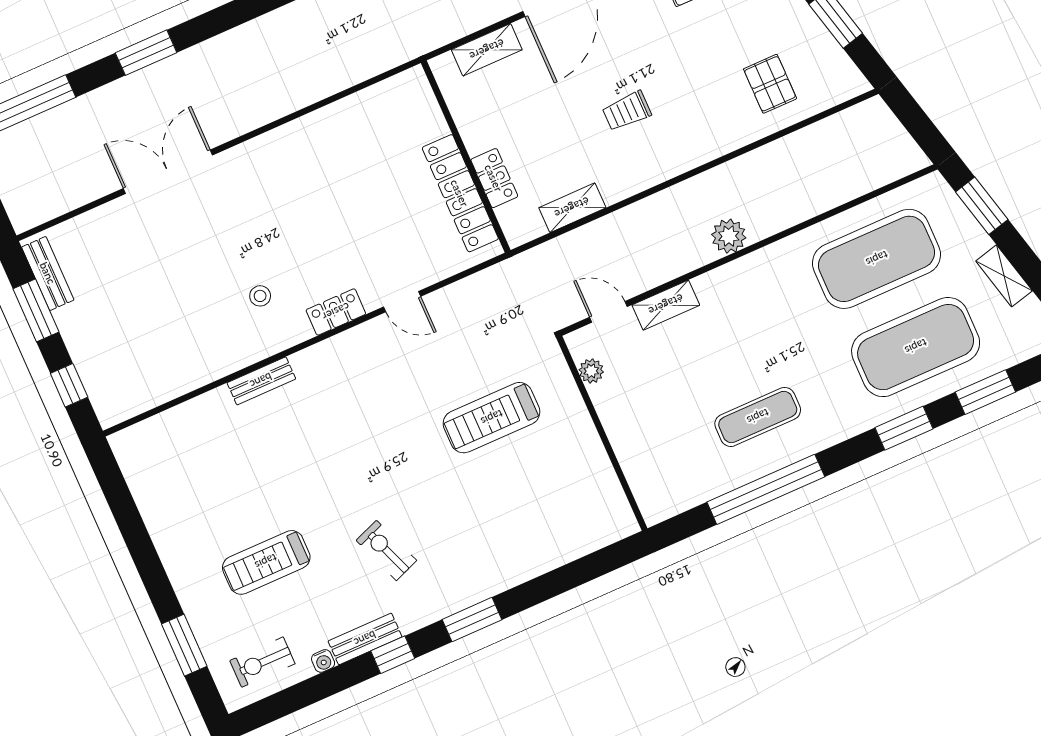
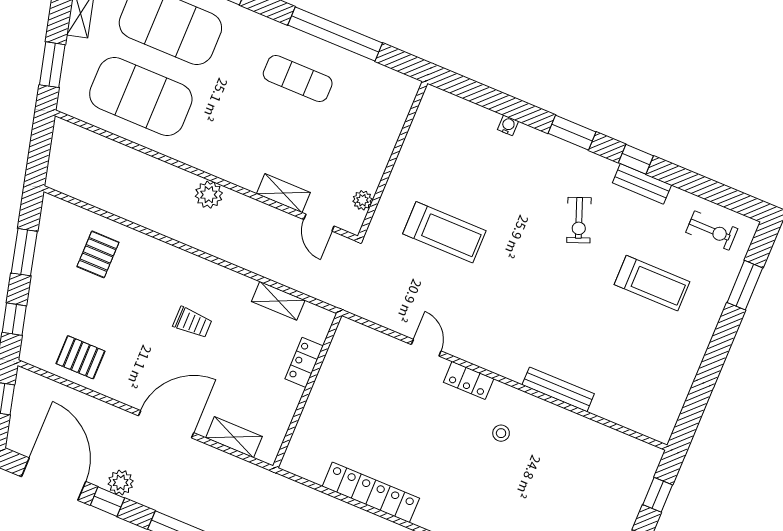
locker: (460, 193) -> (371, 492), moved, turned -90
bench: (261, 381) -> (558, 389), width x1.36
water cooler: (323, 661) -> (508, 125), moved

